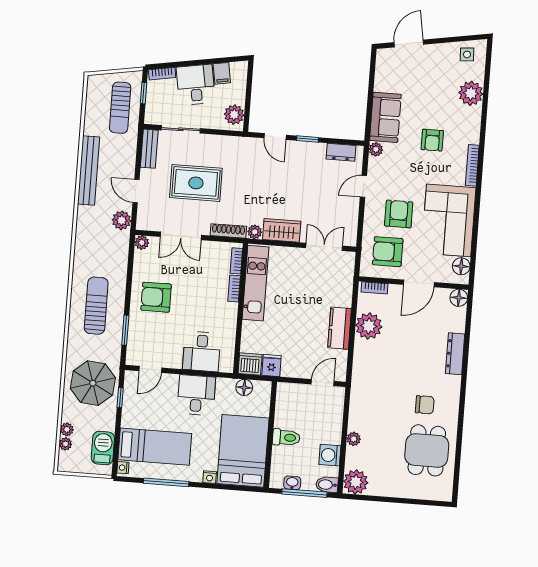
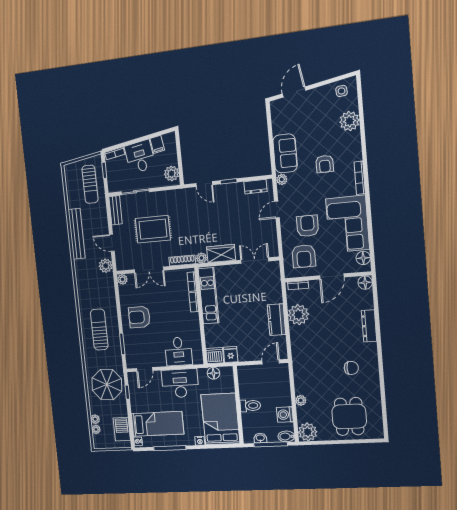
armchair: (388, 252) -> (304, 256), turned -90
desk: (196, 395) -> (180, 383), width x1.37
dining table: (427, 450) -> (349, 416), moved

